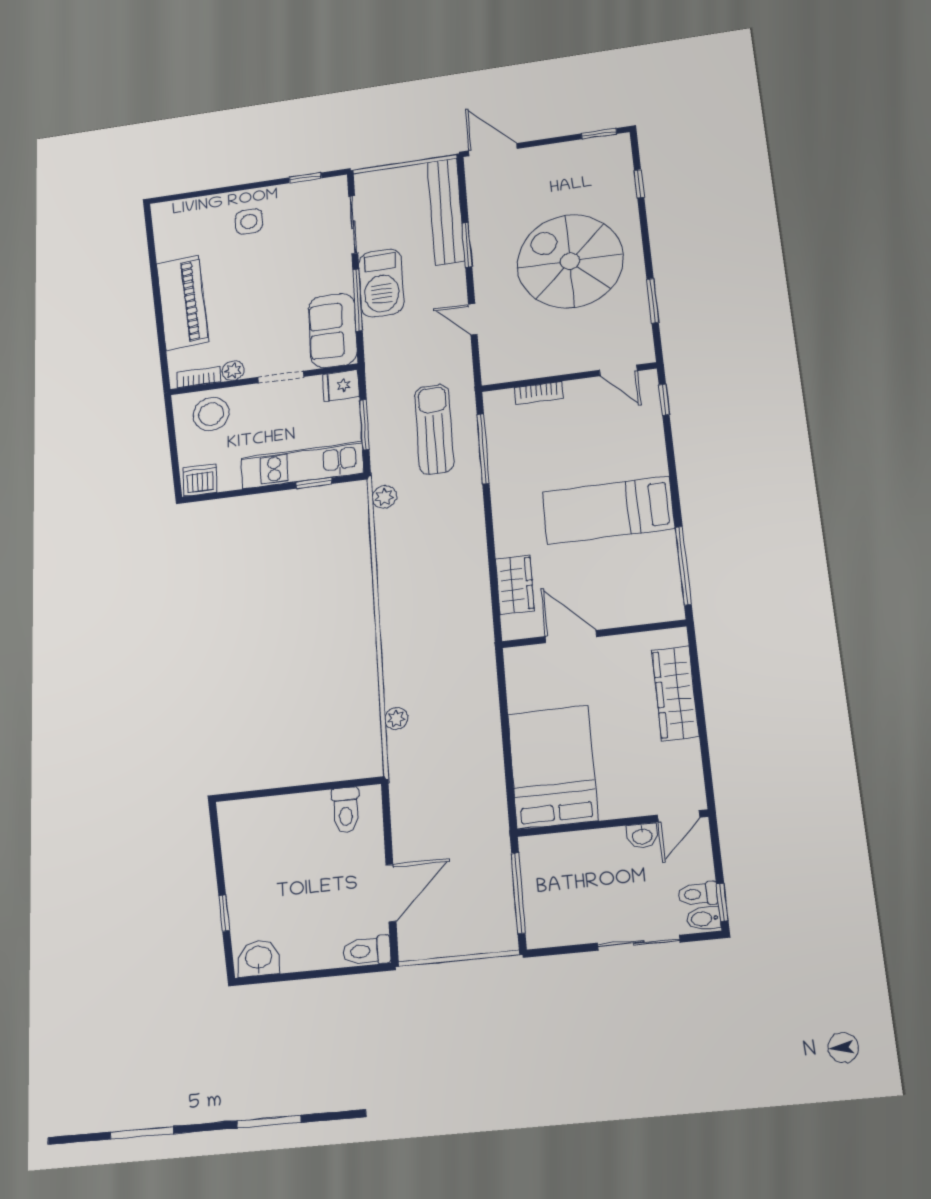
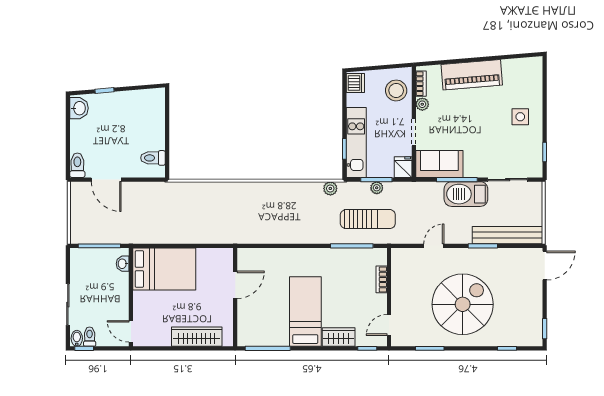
wardrobe: (515, 585) -> (339, 337), moved, turned 180
plant: (396, 719) -> (377, 188), moved
washbasin: (642, 836) -> (123, 264), moved

